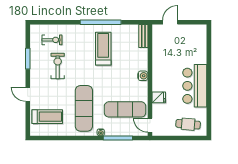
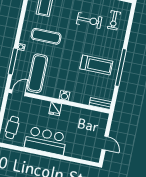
door: (170, 22) -> (105, 143), moved
fridge: (159, 97) -> (55, 109), moved
exercise mat: (84, 108) -> (46, 36), width x0.73, depth x0.69

